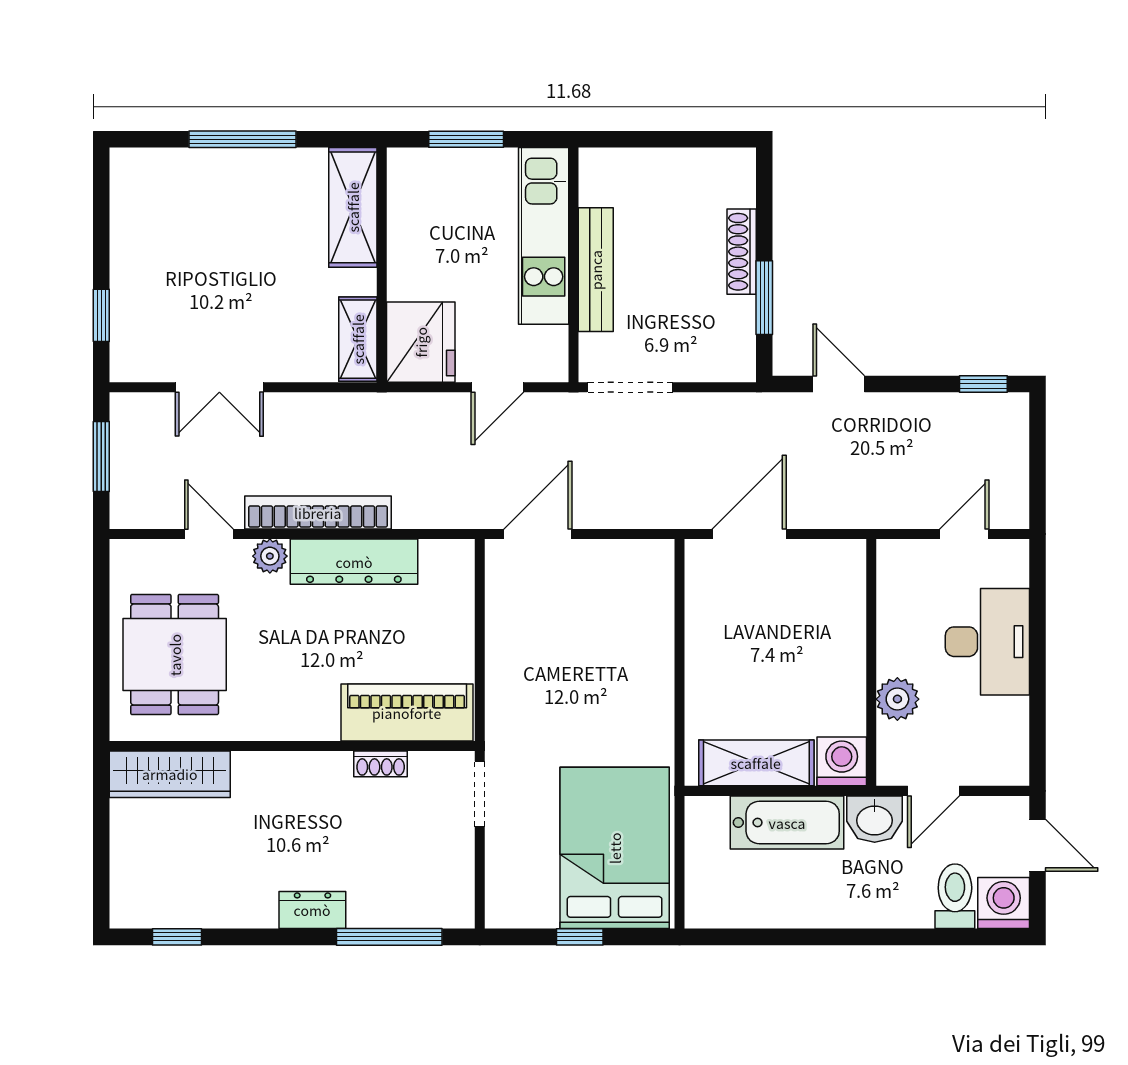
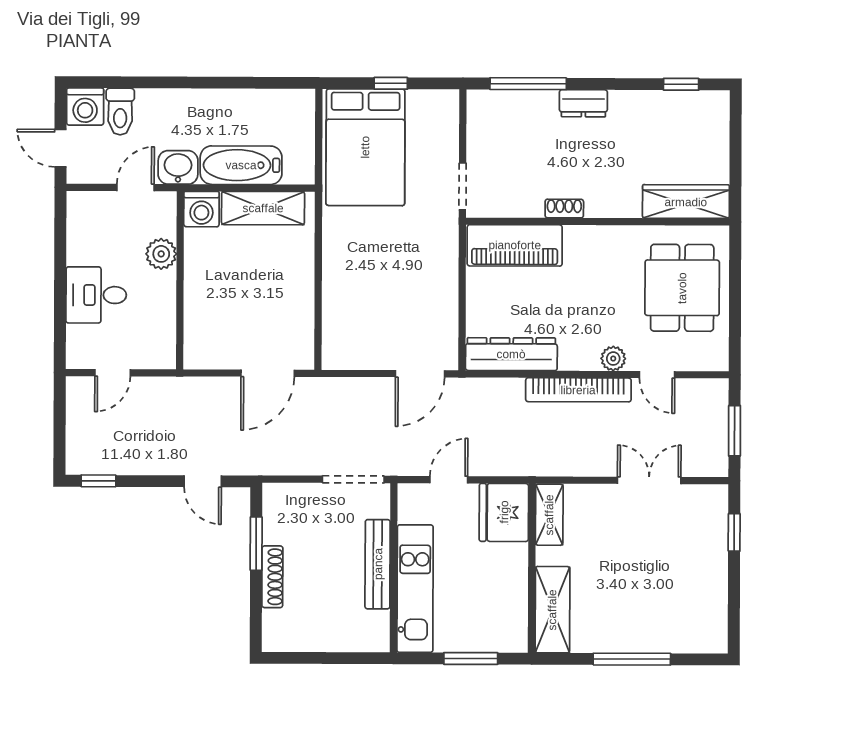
dresser: (354, 562) -> (511, 354), moved
desk: (987, 642) -> (96, 295), width x0.73
shoe rack: (381, 764) -> (564, 209), moved

